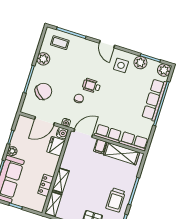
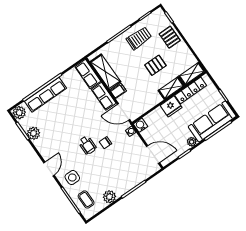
side table: (121, 65) -> (72, 178), moved
chair: (43, 91) -> (130, 171), removed
door: (44, 121) -> (153, 154), moved
fridge: (56, 146) -> (171, 106), moved
locker: (46, 185) -> (191, 90), width x1.53
pallet: (87, 189) -> (155, 65), added

